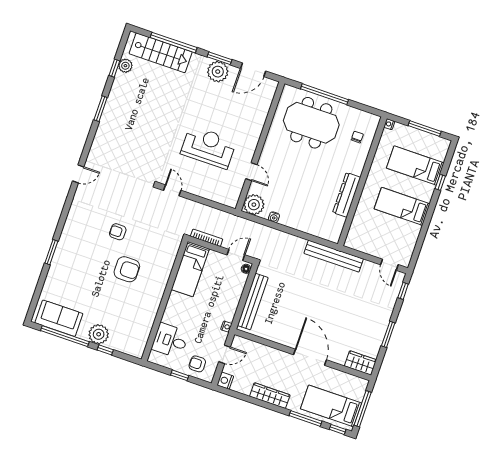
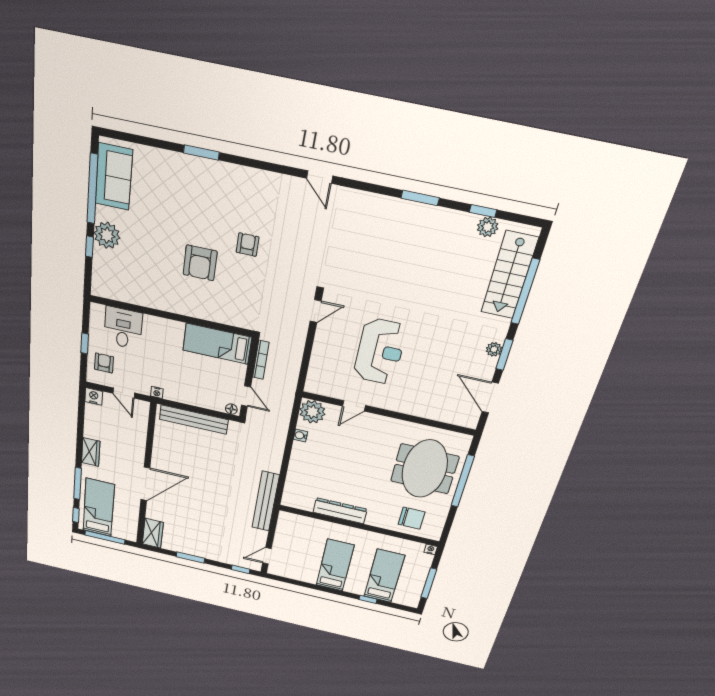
plant: (218, 72) -> (494, 349), width x0.53, depth x0.53
chair: (357, 137) -> (412, 518), width x1.87, depth x1.87
wardrobe: (270, 396) -> (91, 452), width x0.67

